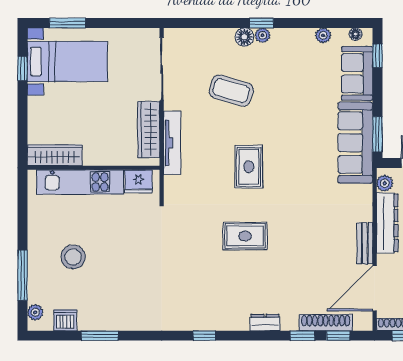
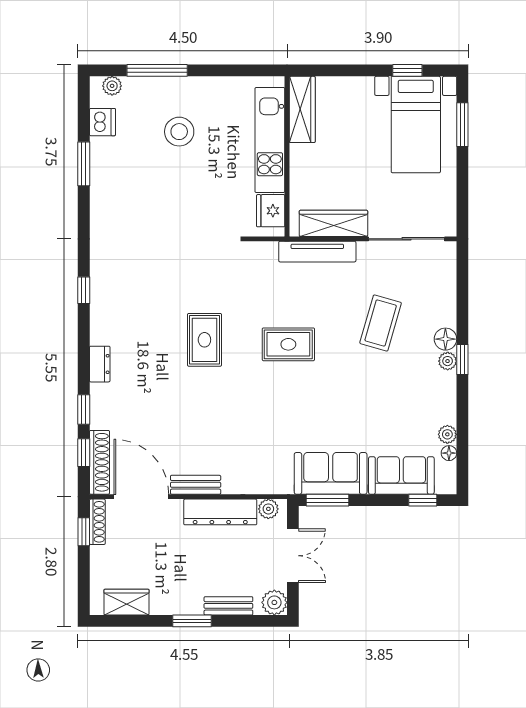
floor lamp: (356, 34) -> (449, 453), moved
sofa: (355, 143) -> (331, 473), width x0.73
shoe rack: (326, 323) -> (99, 462), moved

